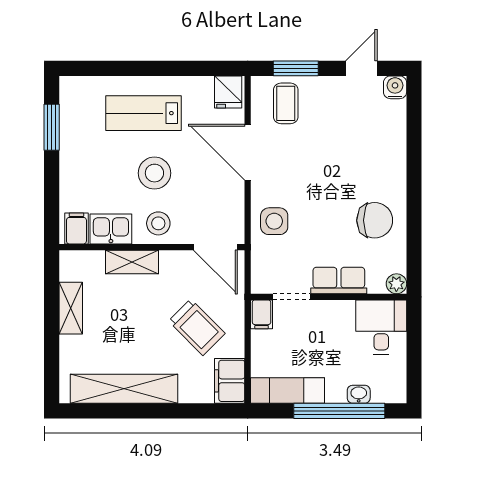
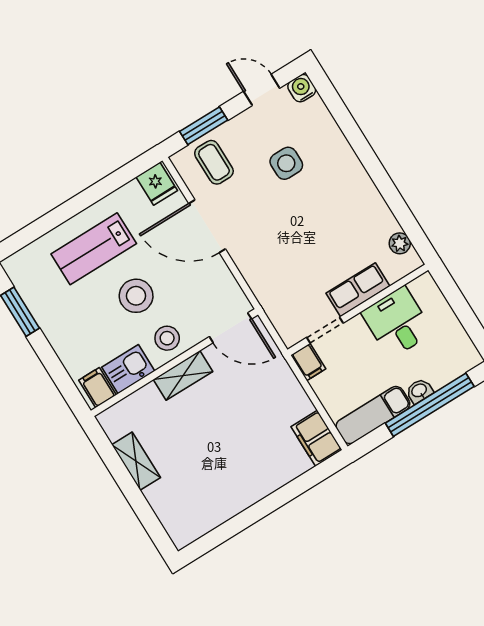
door: (361, 68) -> (262, 90), hinge flipped
chair: (375, 220) -> (357, 217), removed
side table: (274, 221) -> (286, 163), moved
shelving: (132, 262) -> (183, 376), moved
plant: (396, 284) -> (400, 243), moved
trolley: (197, 327) -> (258, 409), removed
desk: (381, 327) -> (397, 322), moved
shelving: (124, 389) -> (227, 503), removed
washbasin: (359, 394) -> (419, 391), moved

